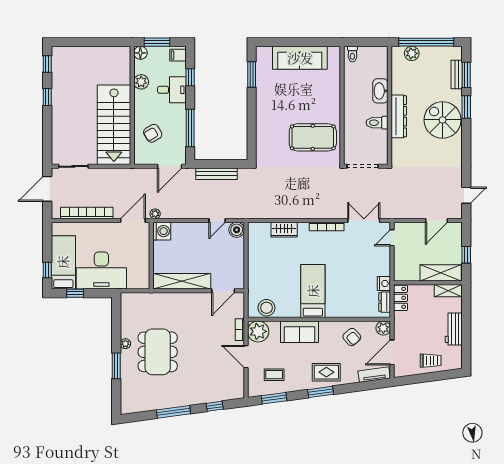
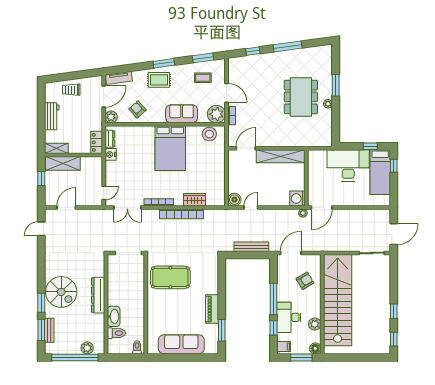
desk: (172, 90) -> (289, 317), width x1.37
piano: (263, 100) -> (212, 309), added
toilet: (377, 123) -> (116, 333), moved
stairs: (114, 125) -> (338, 300), width x1.36
window: (190, 128) -> (274, 299), moved
bookcase: (87, 213) -> (181, 214), moved
bed: (313, 291) -> (170, 148), width x1.50

